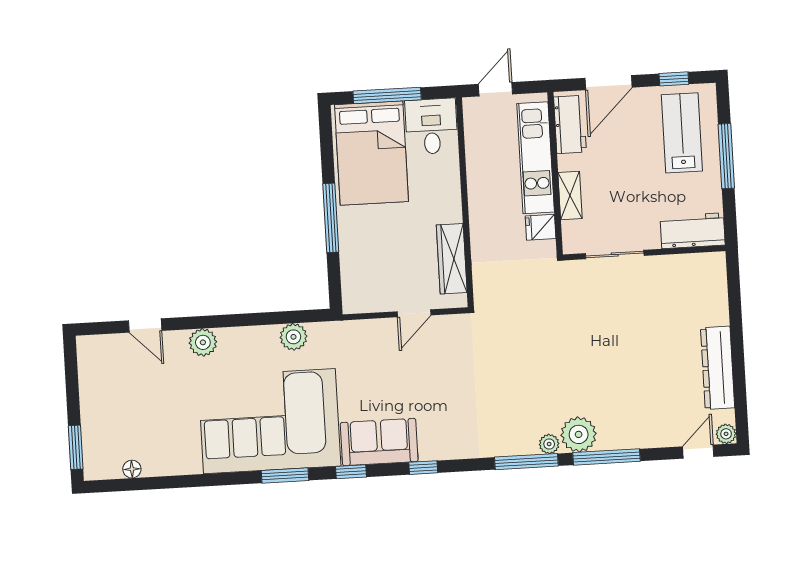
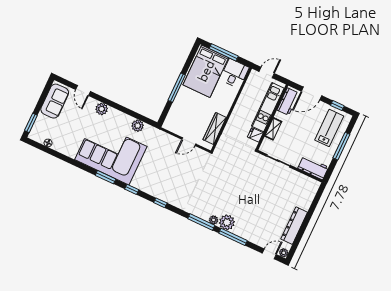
sofa: (379, 442) -> (55, 101), moved, turned 90

